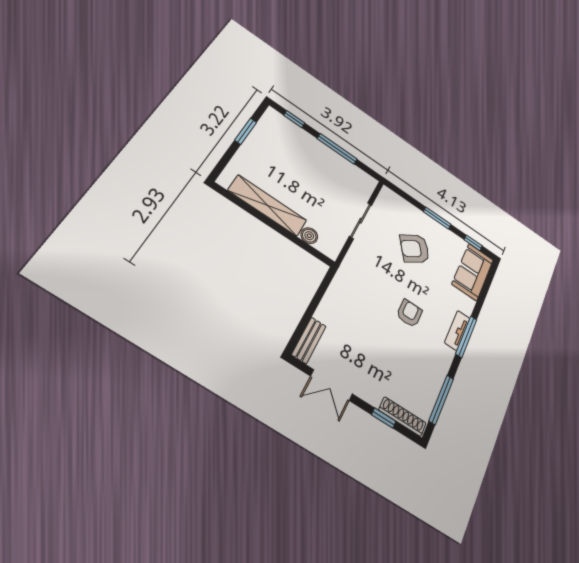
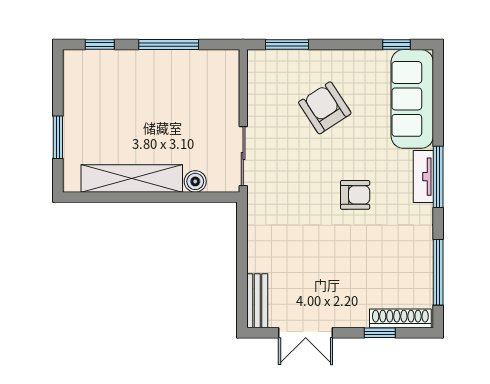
window: (246, 131) -> (58, 137), moved
window: (437, 218) -> (287, 45), moved
sliding door: (361, 221) -> (243, 156), moved
armchair: (415, 249) -> (325, 108), turned 92
sofa: (473, 272) -> (412, 99), width x1.36
armchair: (409, 313) -> (355, 195), turned 90

